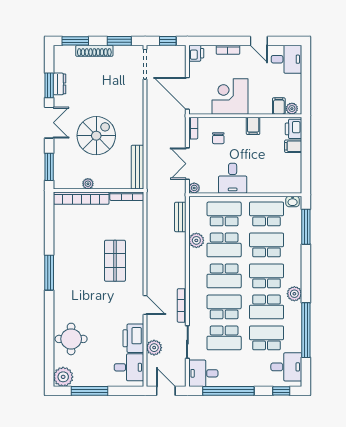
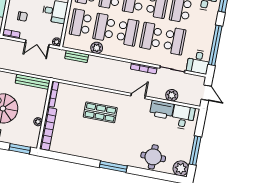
school desk: (224, 245) -> (104, 27), turned 180
window: (49, 273) -> (113, 167), moved
door: (166, 391) -> (206, 93), swing flipped

